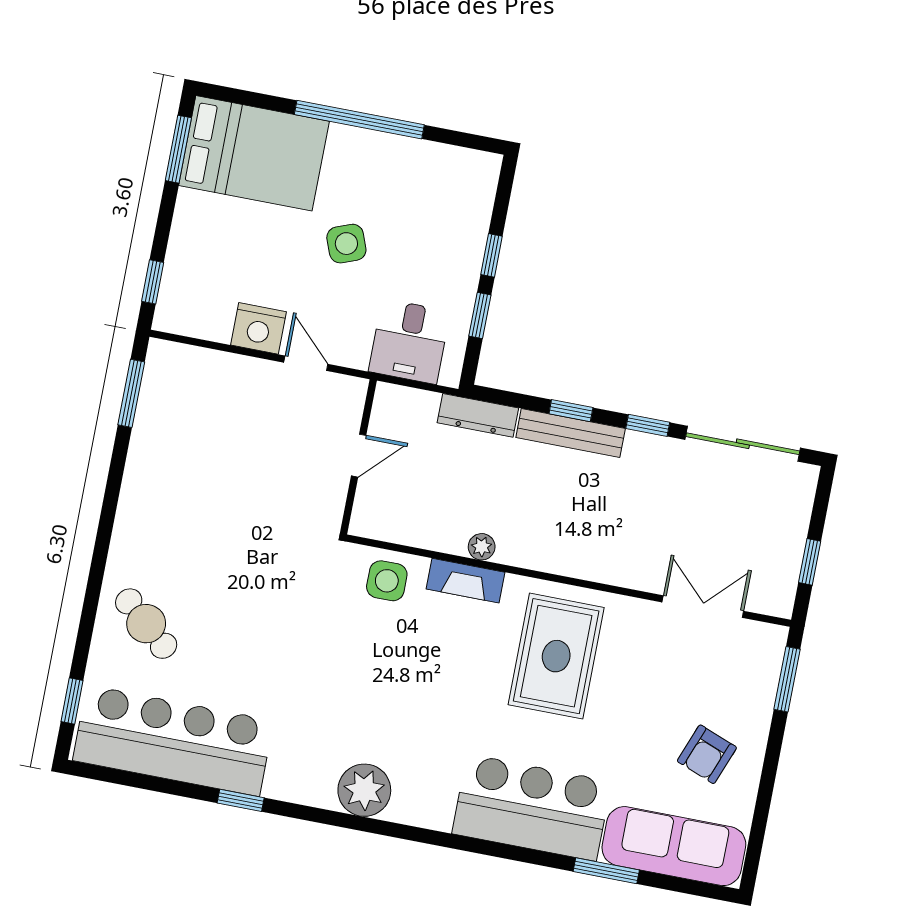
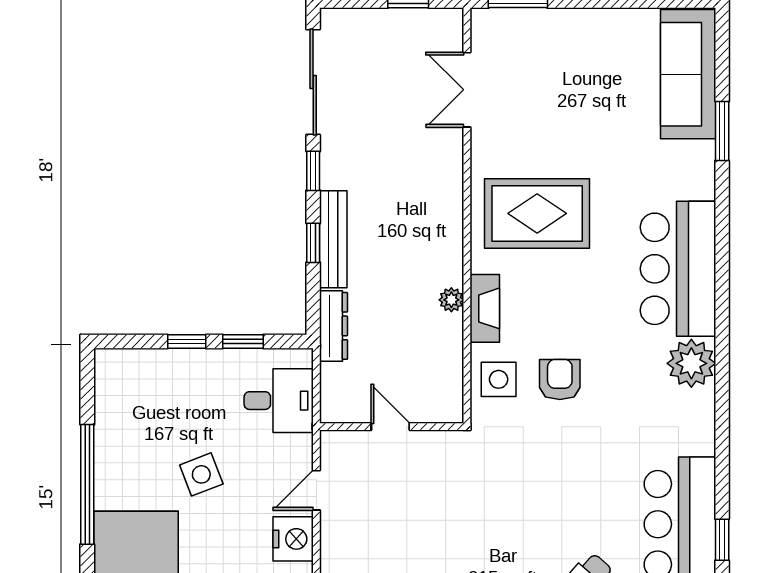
armchair: (707, 754) -> (560, 379), moved, turned -111
window: (241, 800) -> (722, 540), moved
bar counter: (532, 808) -> (678, 269), moved

